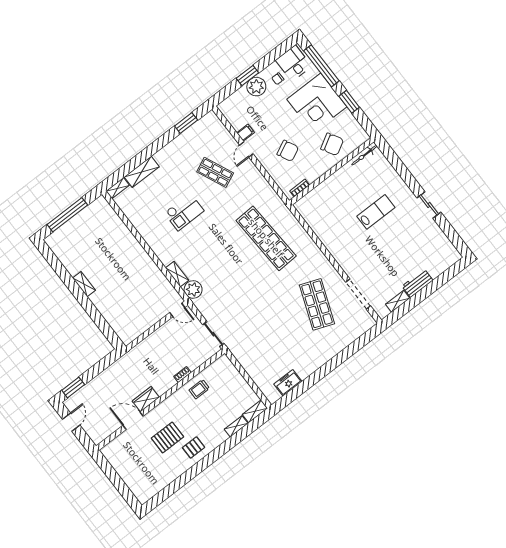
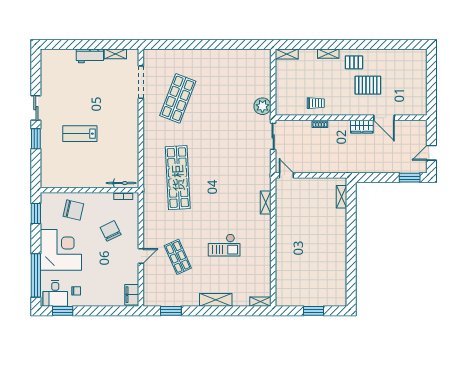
window: (247, 76) -> (63, 311), moved
plant: (256, 87) -> (97, 297), removed
window: (349, 102) -> (36, 213), moved
filing cabinet: (246, 133) -> (132, 295), moved, width x2.00
chair: (332, 144) -> (73, 210), turned 133
bicycle: (364, 155) -> (121, 183), moved
shelving: (142, 172) -> (216, 300), moved
window: (409, 179) -> (36, 139), added
checkout: (184, 212) -> (224, 245), turned 180
window: (67, 215) -> (314, 311), width x0.47
shelving: (84, 284) -> (341, 197), moved
plant: (193, 289) -> (262, 106), moved
freezer: (288, 383) -> (245, 56), removed
shelving: (236, 426) -> (328, 54), moved

